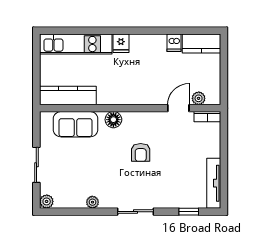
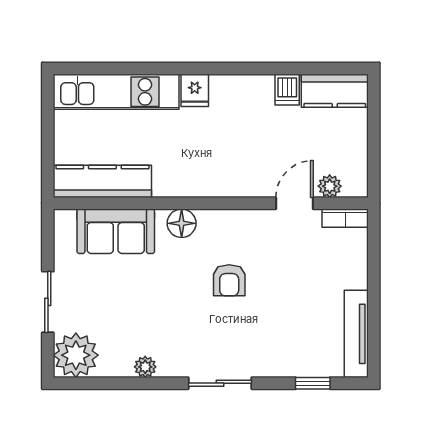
plant: (47, 201) -> (76, 355), width x1.88, depth x1.88

